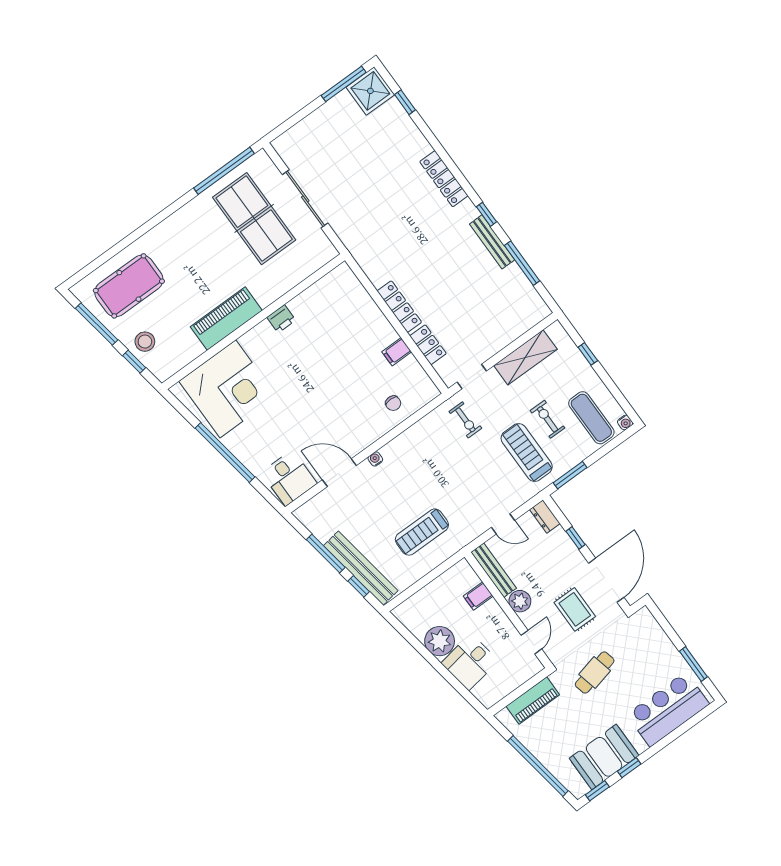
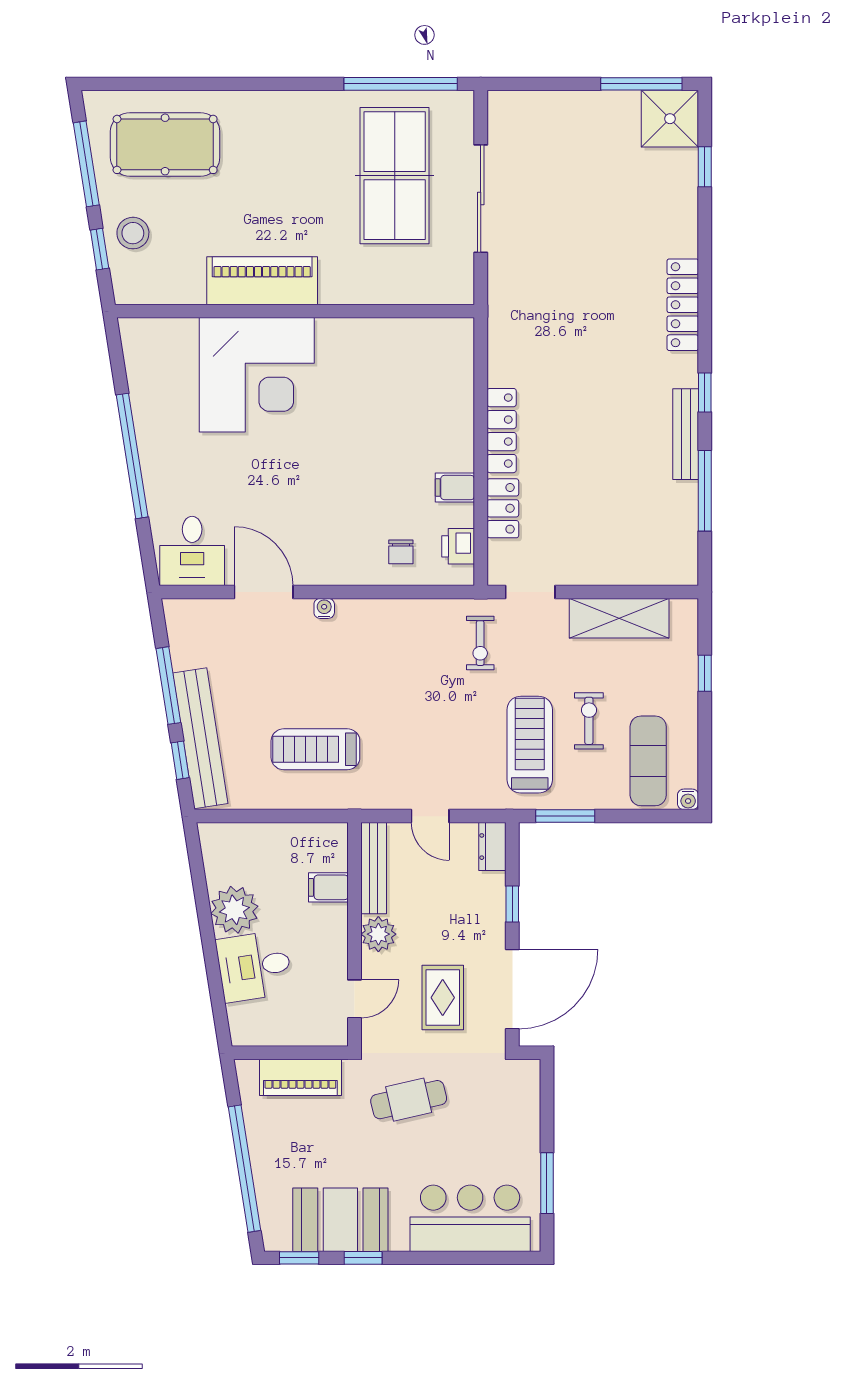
printer: (281, 319) -> (458, 546), moved, turned 90
corner desk: (228, 389) -> (257, 375), moved

